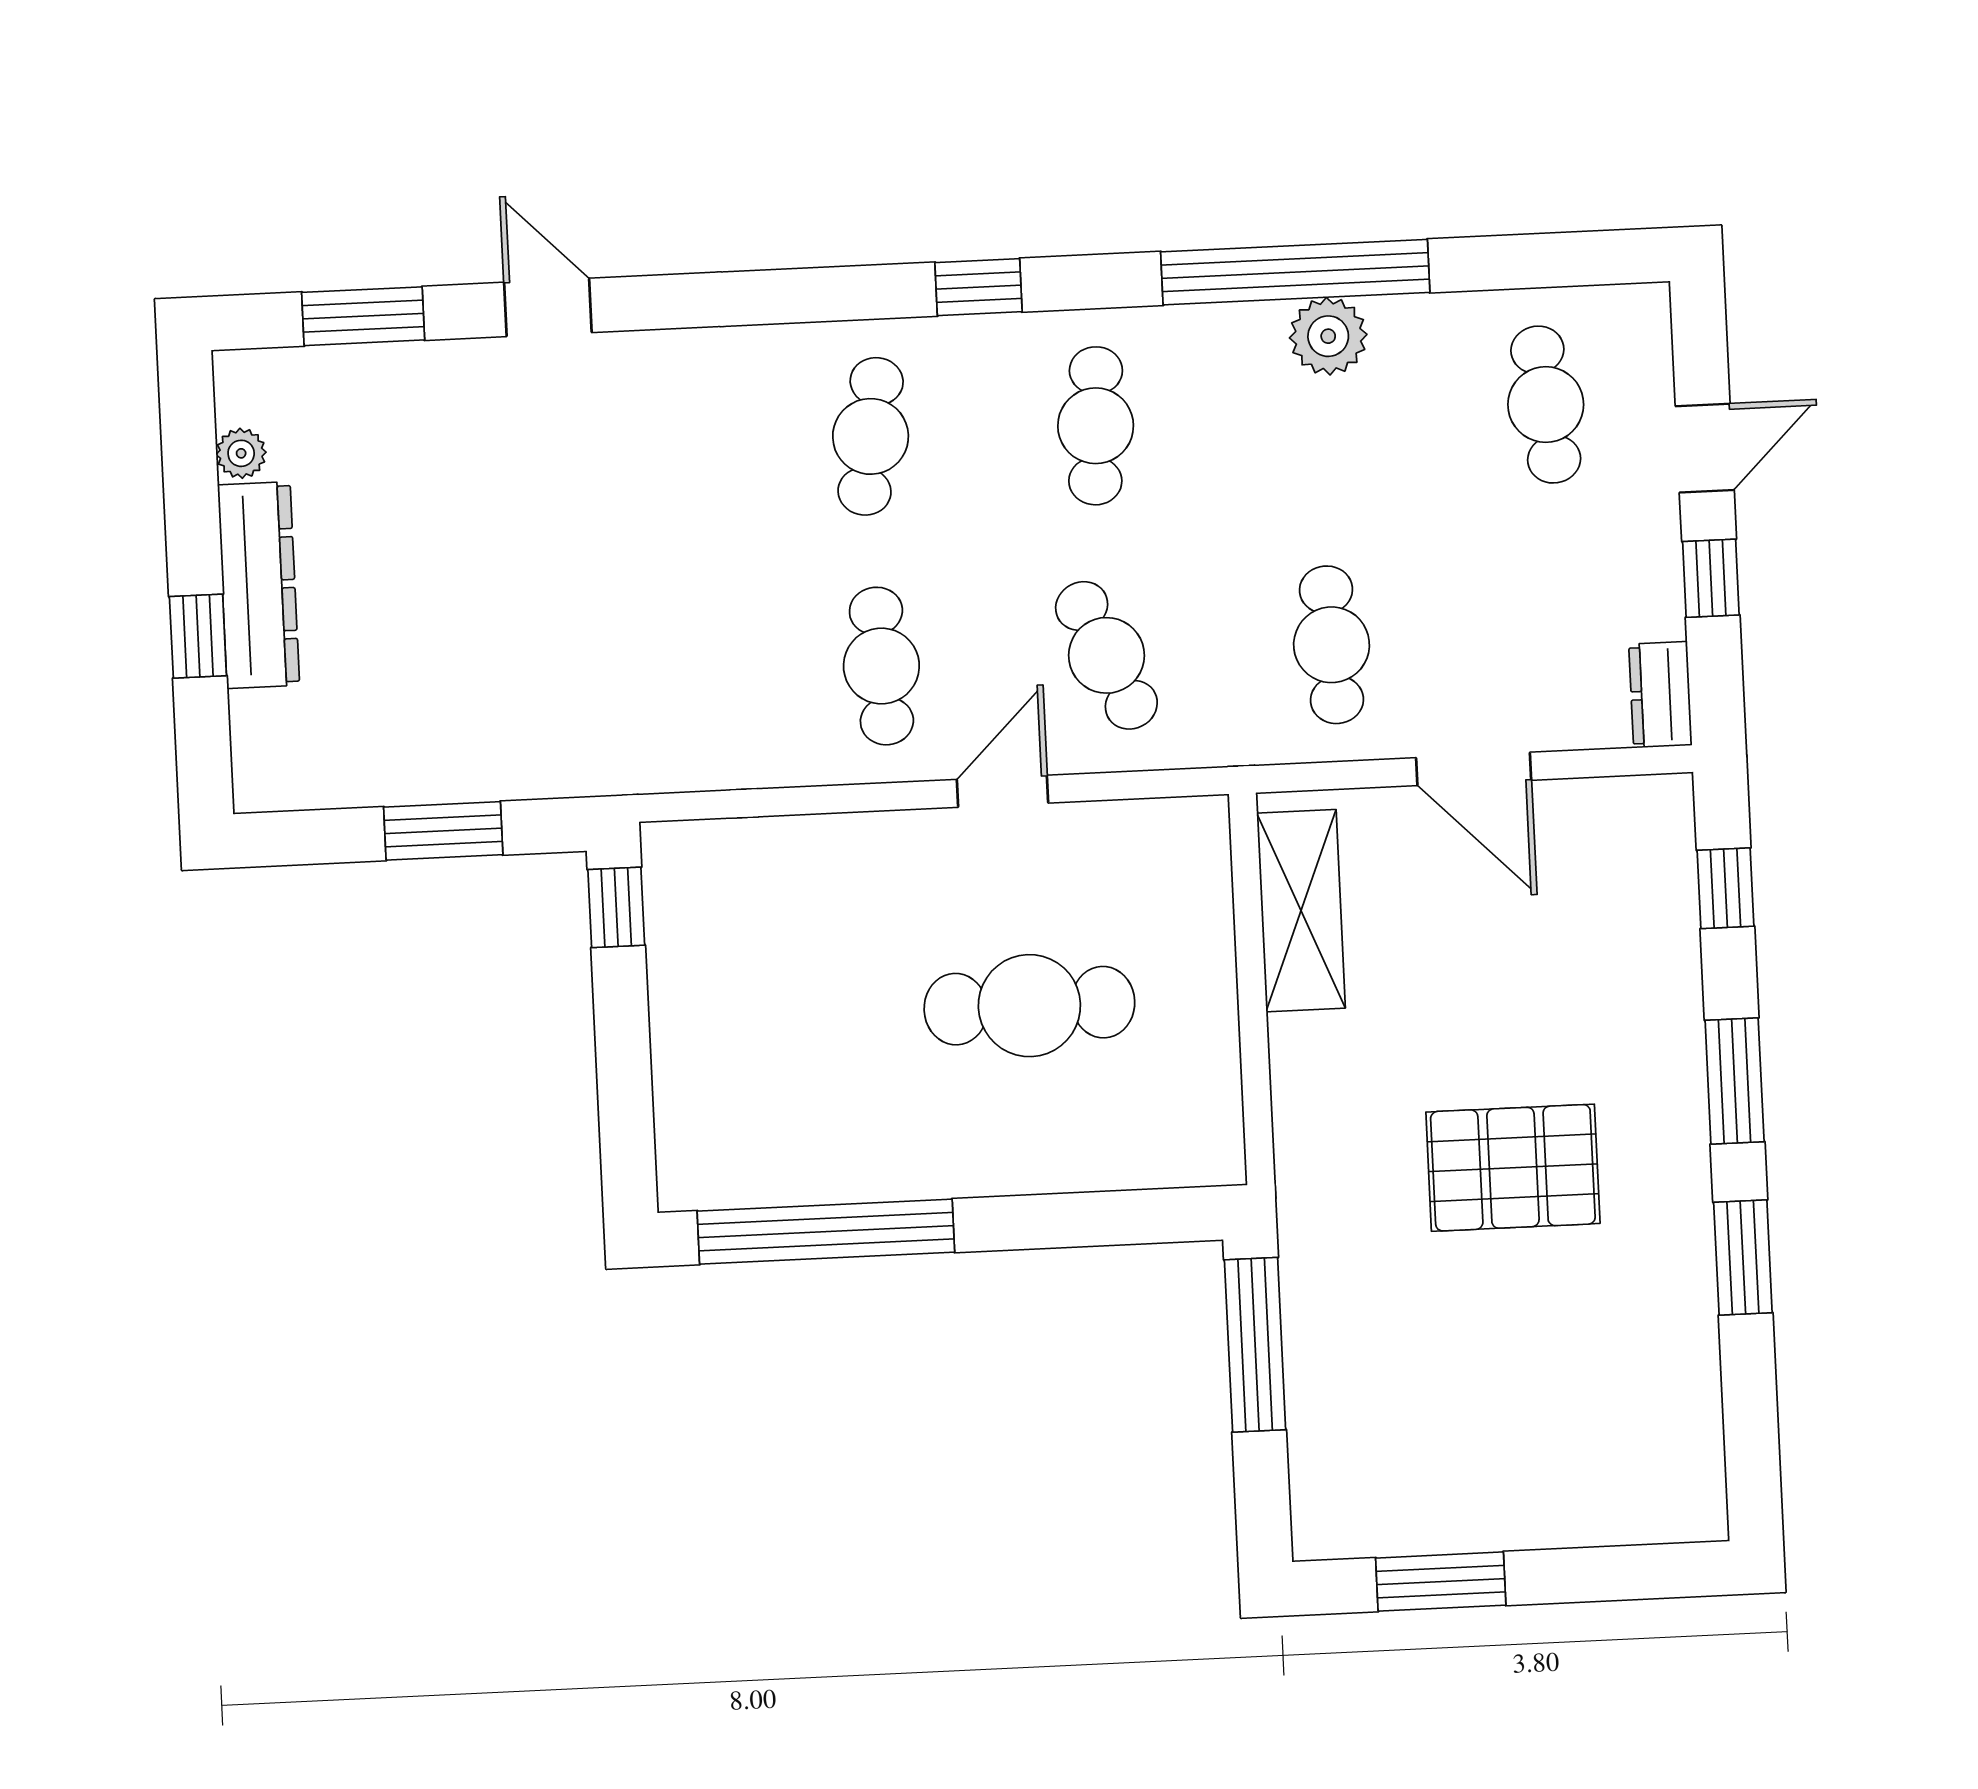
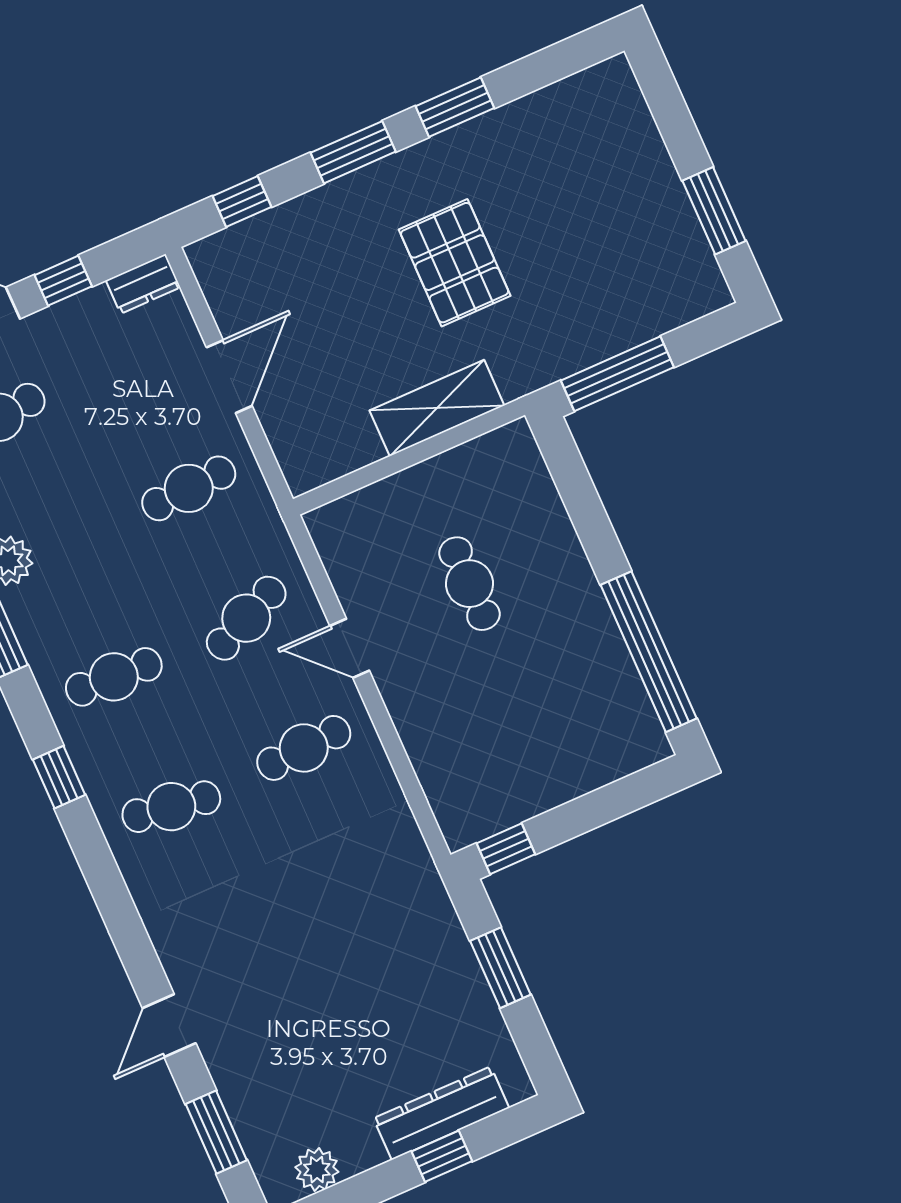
plant: (241, 453) -> (317, 1170), width x1.38, depth x1.38
dresser: (259, 585) -> (441, 1113), moved
shelving: (1301, 911) -> (437, 408), moved
cafe table: (1029, 1006) -> (469, 584), width x0.73, depth x0.74

